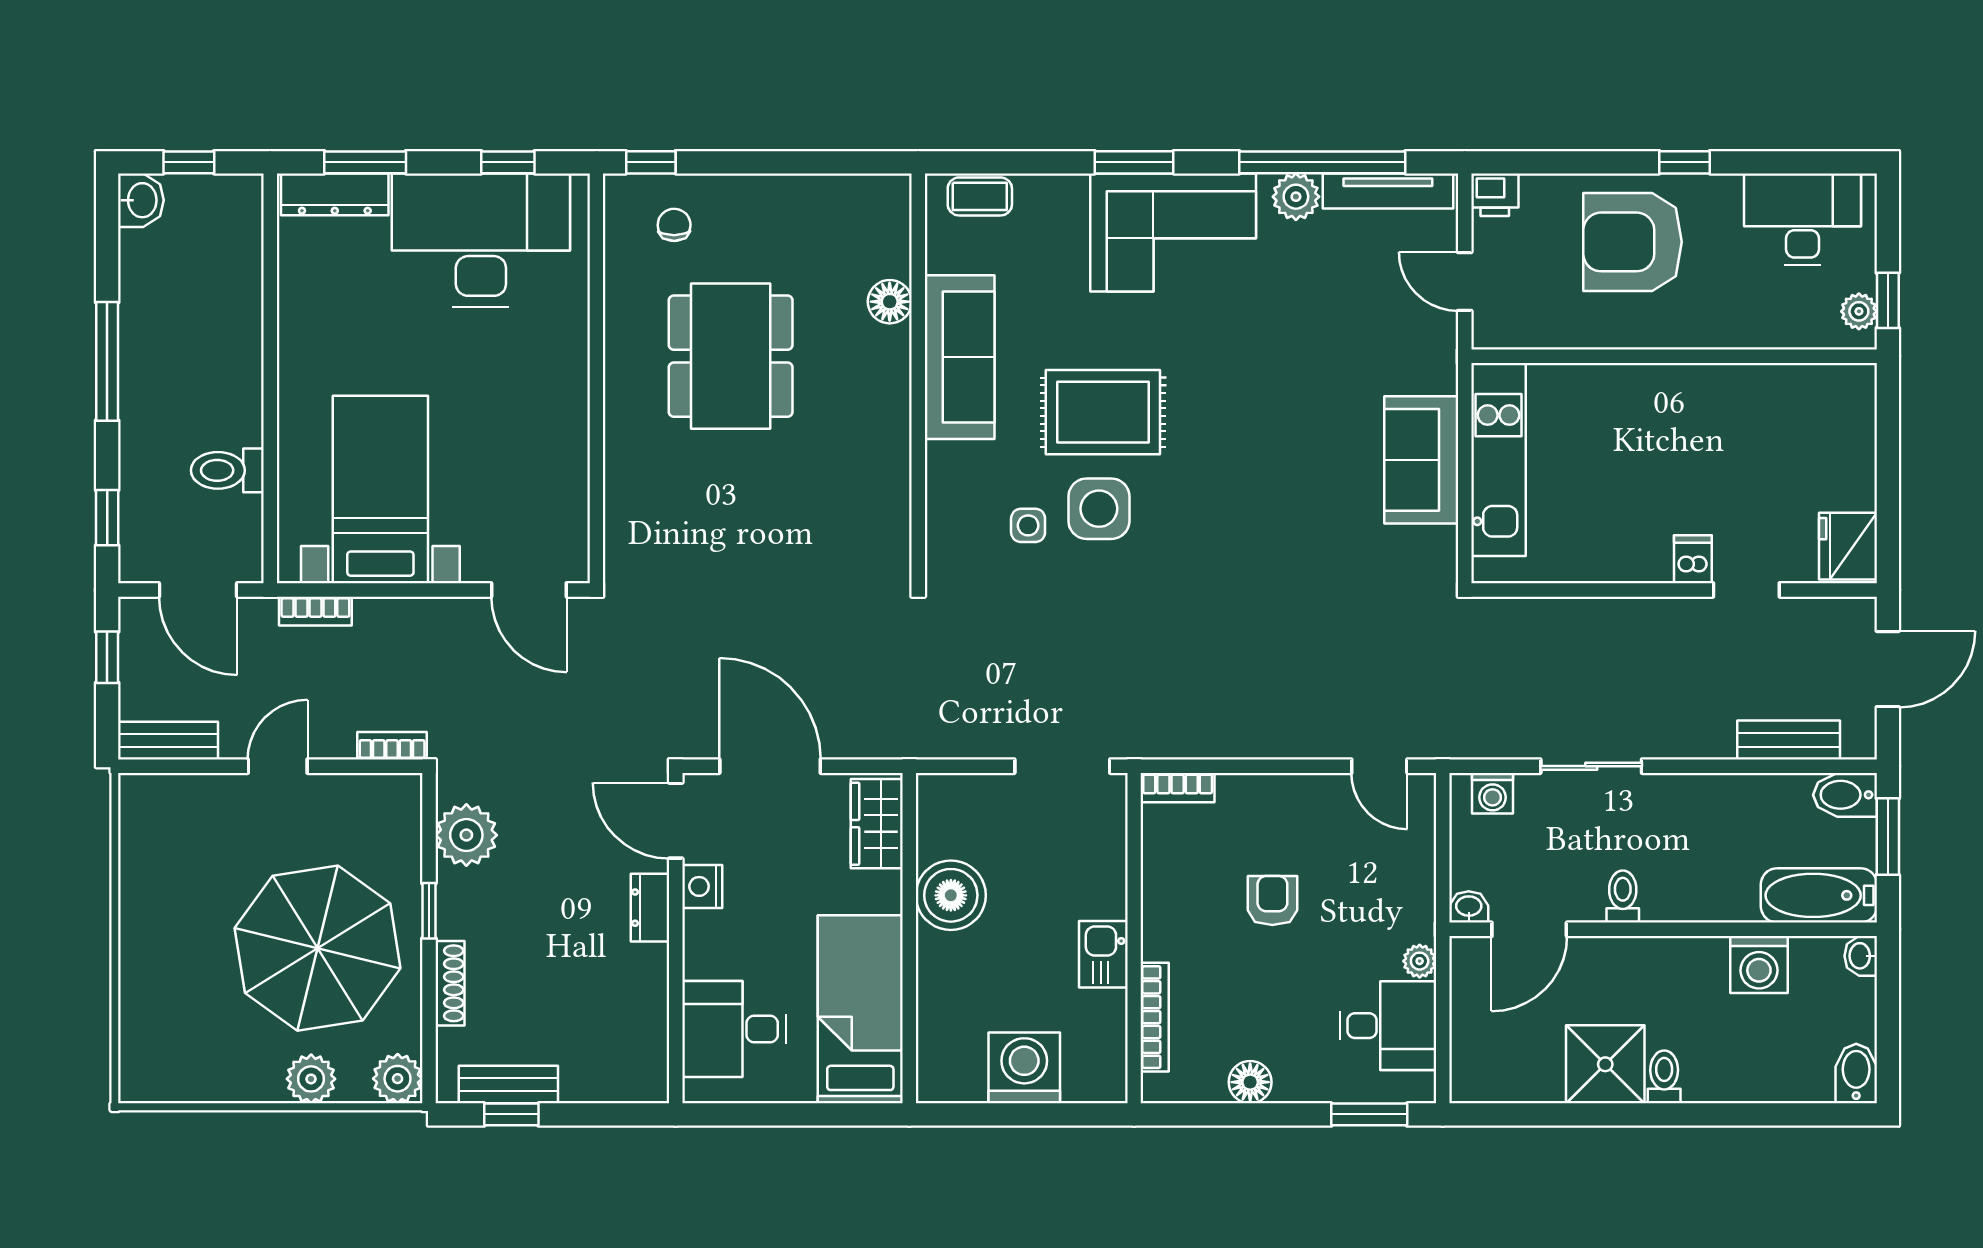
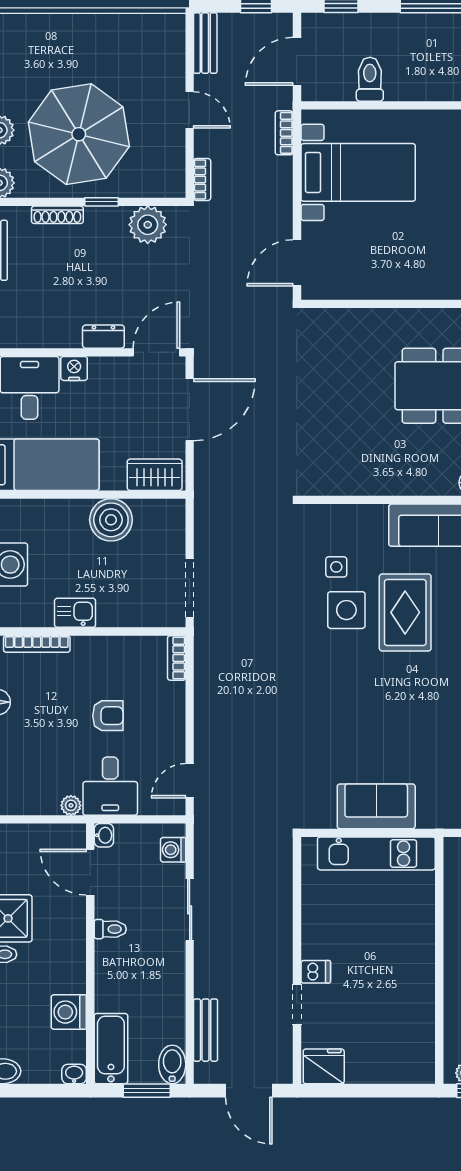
nightstand: (702, 886) -> (74, 368), moved
desk: (1388, 1026) -> (110, 786), moved

